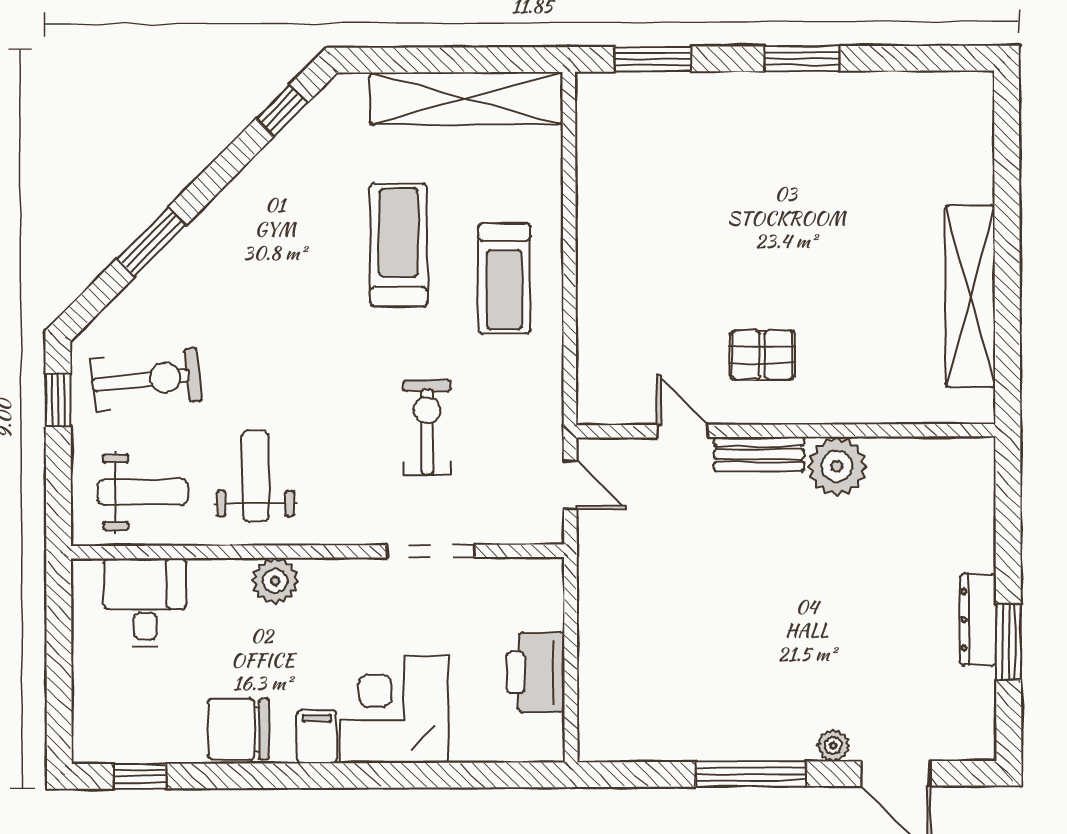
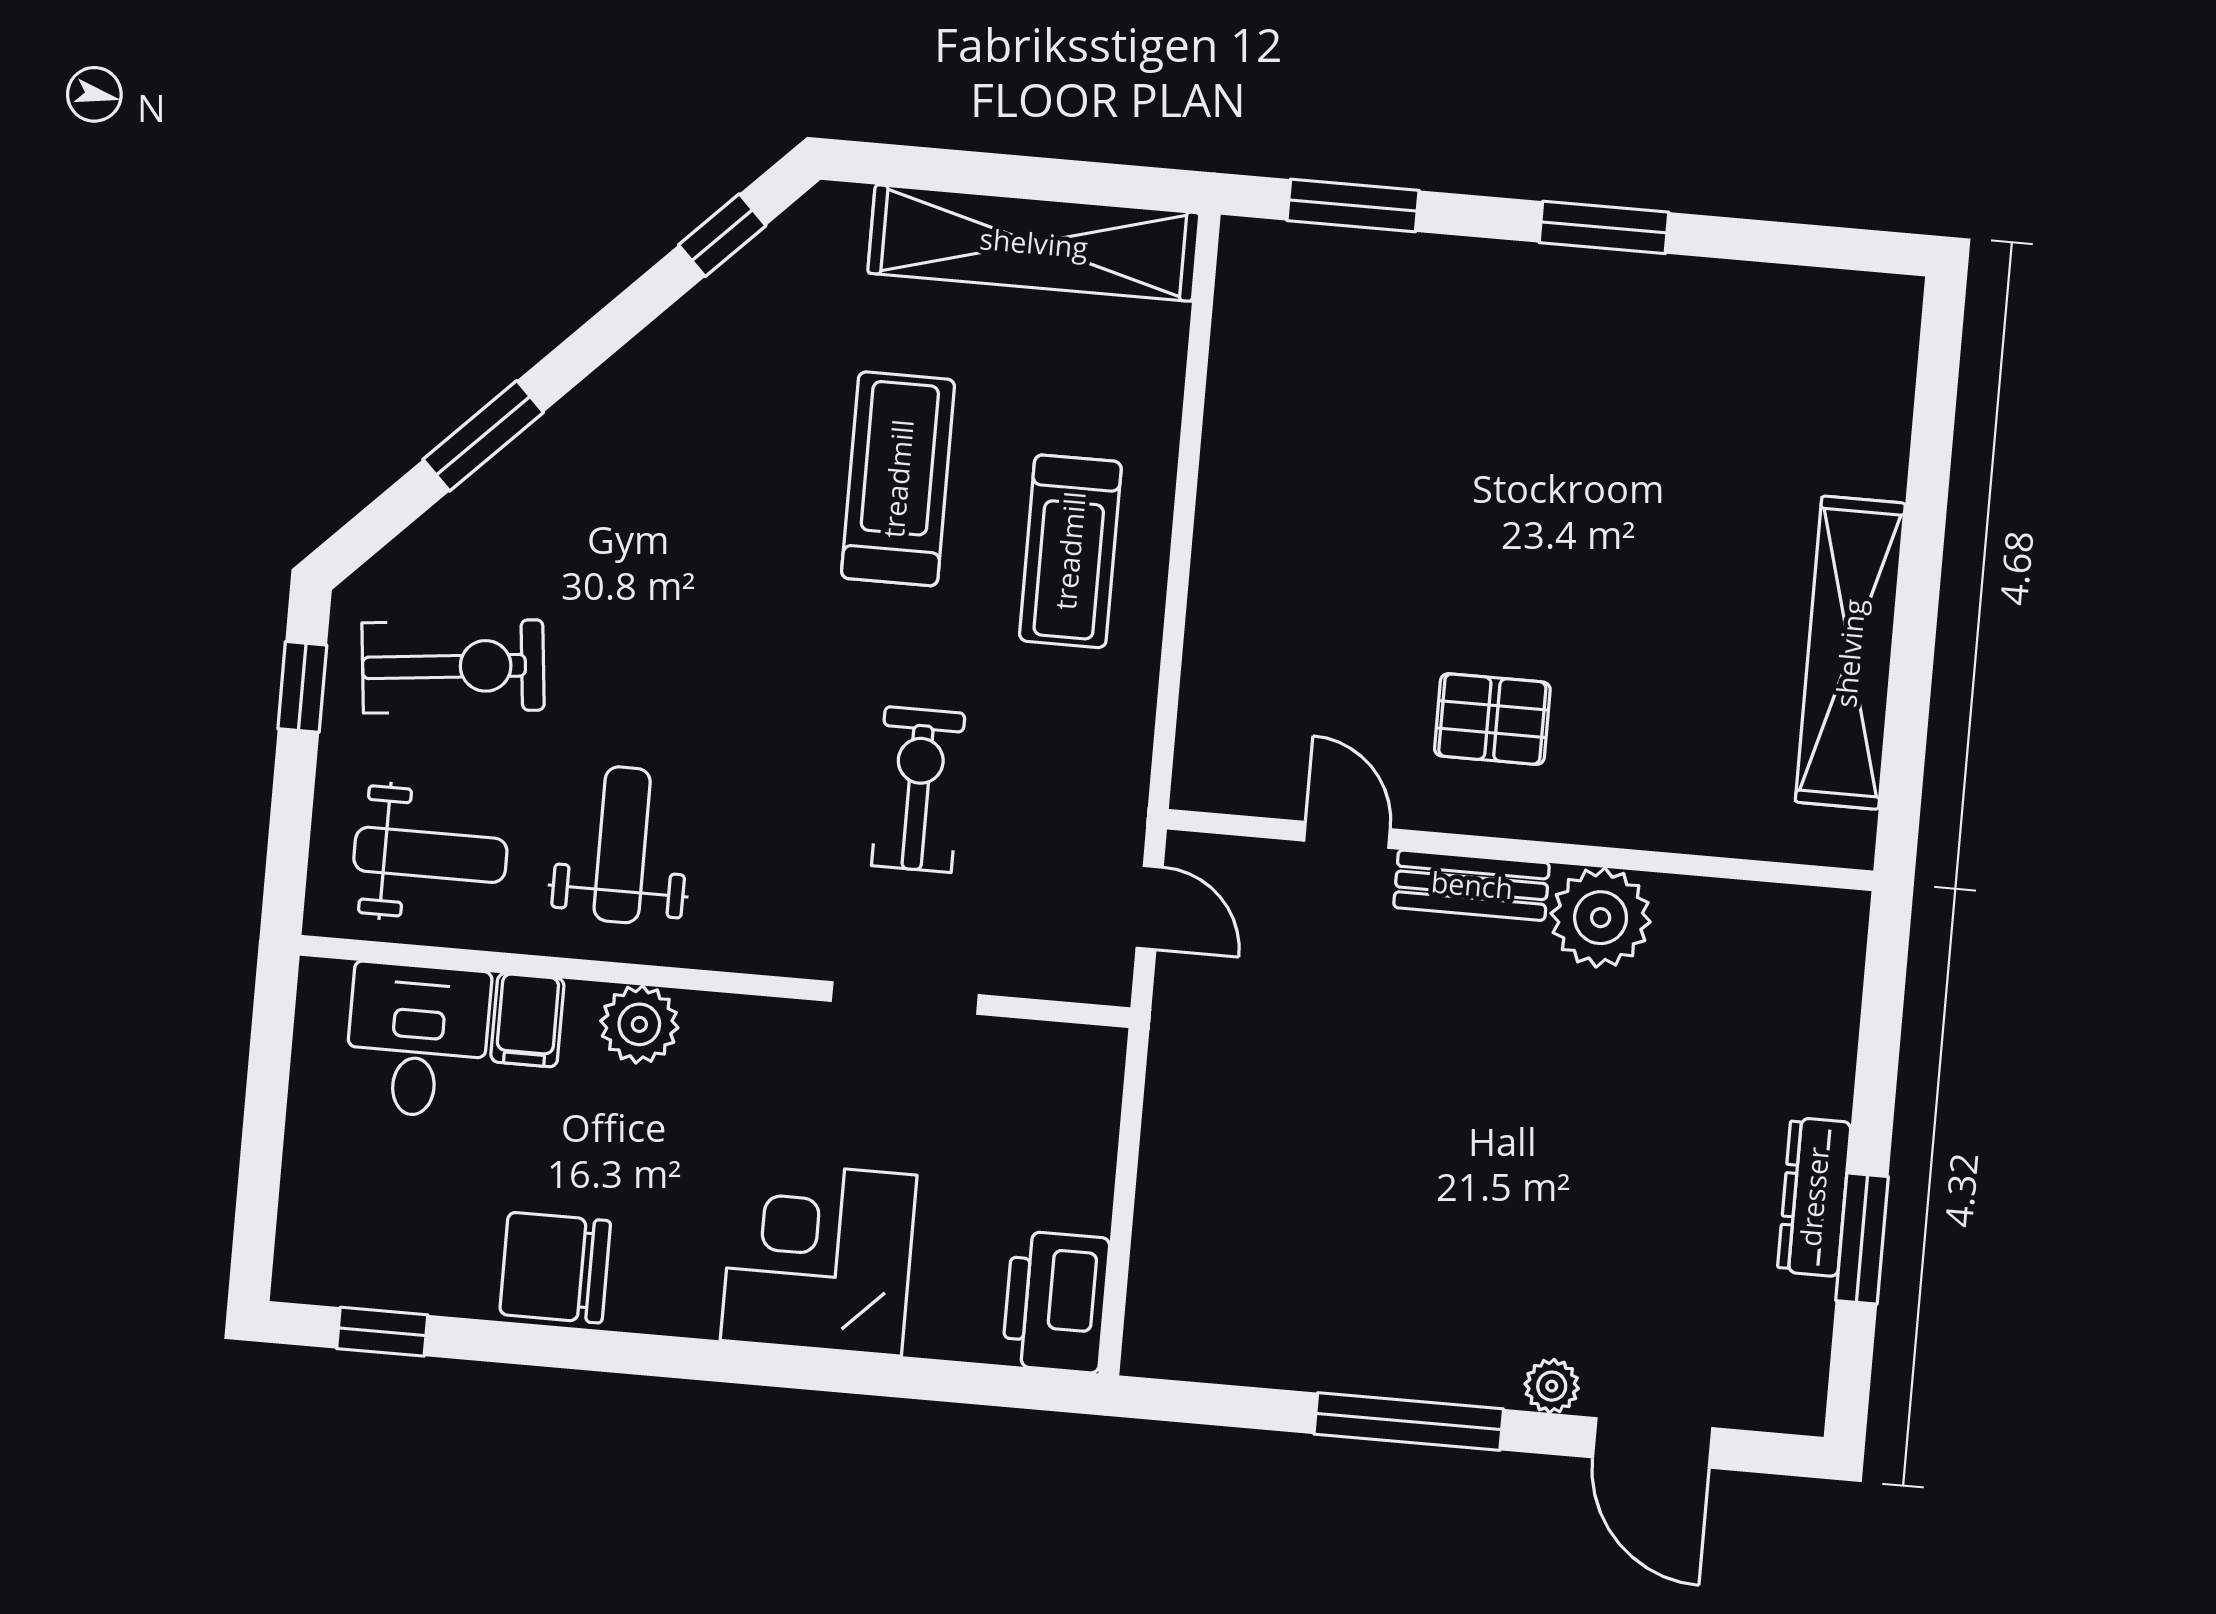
printer: (536, 672) -> (1056, 1302), moved
filing cabinet: (317, 737) -> (527, 1020), moved, turned 180

